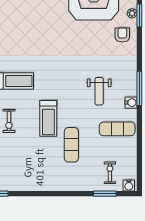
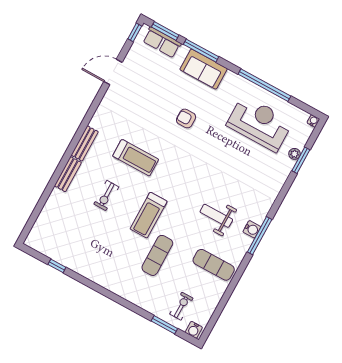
armchair: (122, 35) -> (186, 118), moved, turned -90
weight bench: (99, 91) -> (216, 216), turned 90
water cooler: (131, 103) -> (252, 229), moved

